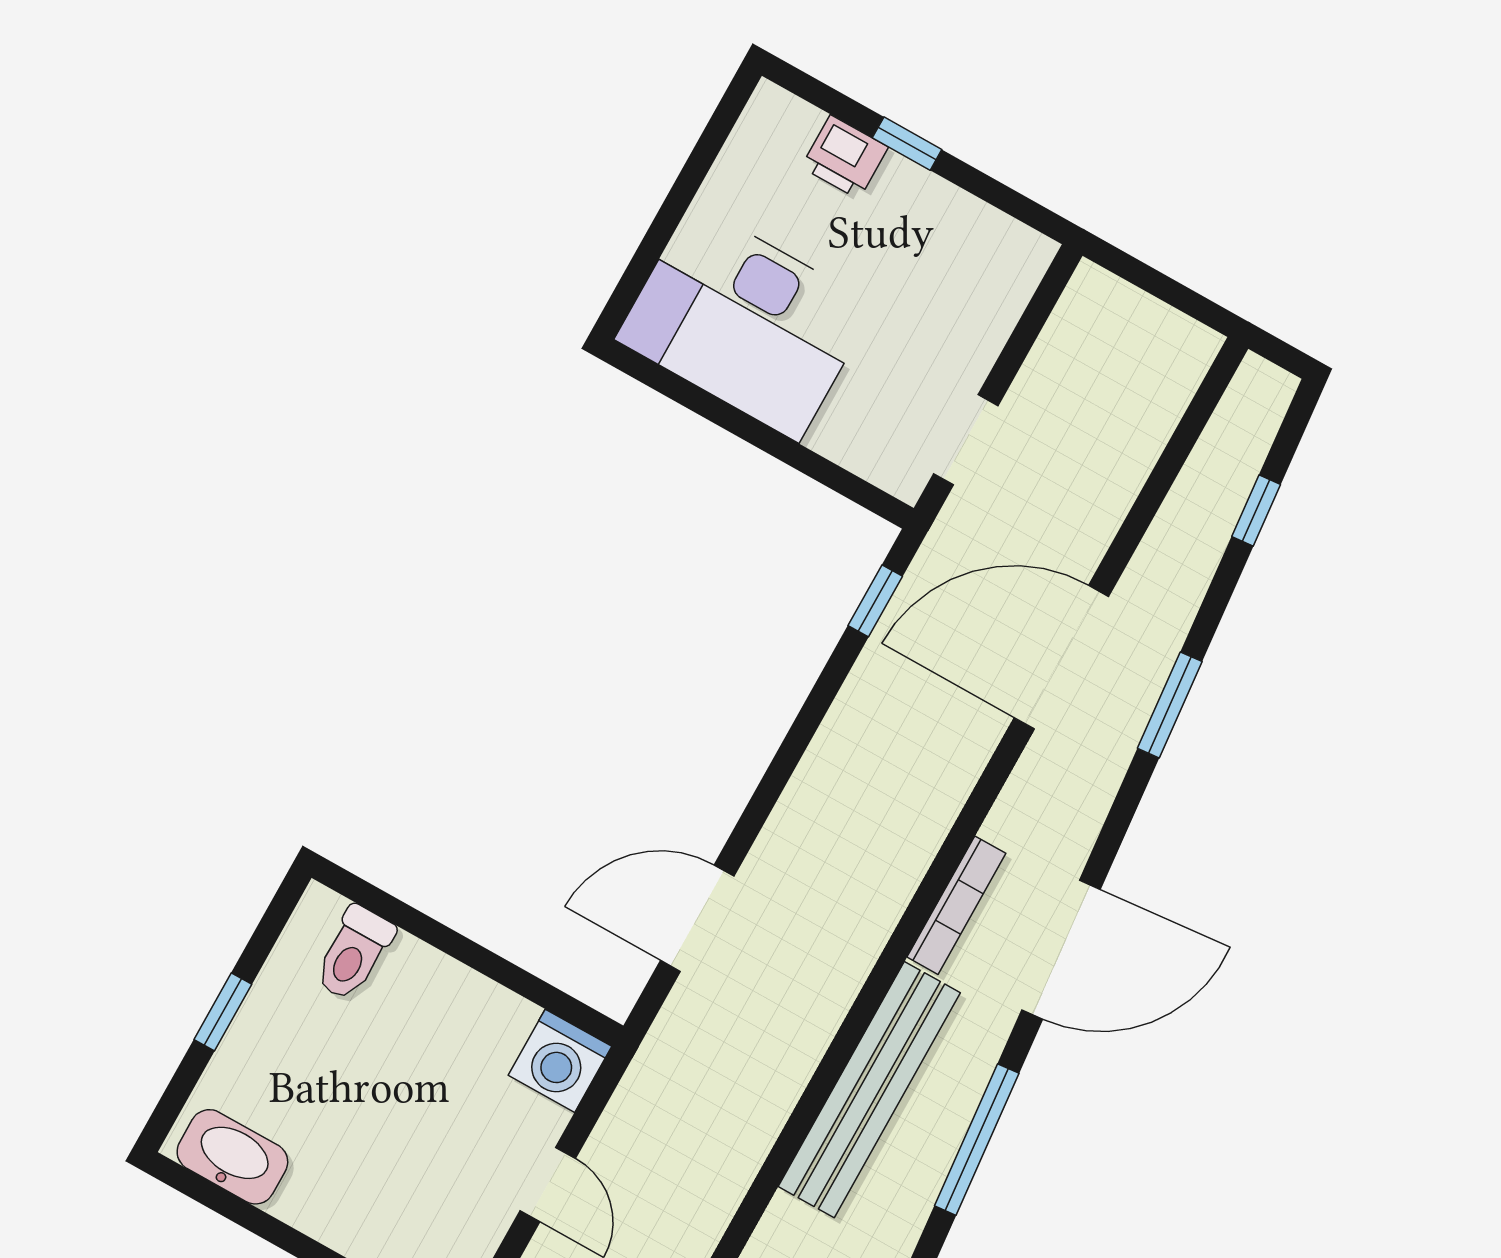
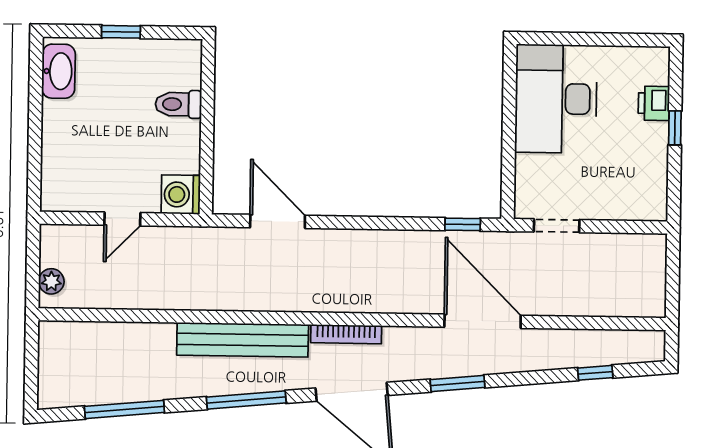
window: (1170, 705) -> (458, 384), moved
toilet: (354, 953) -> (178, 104), moved

